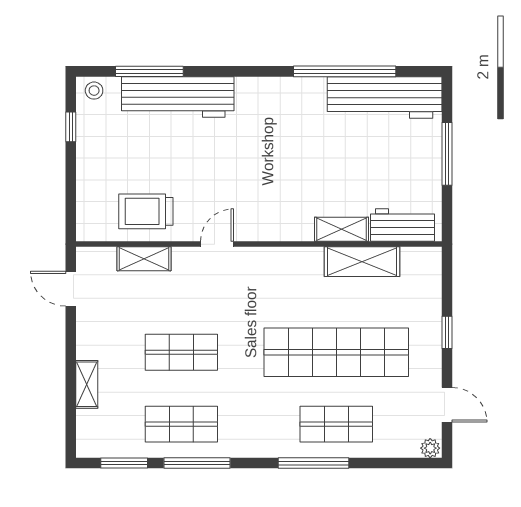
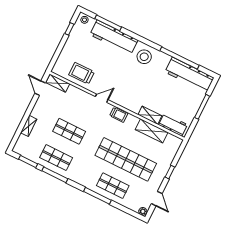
stool: (265, 107) -> (144, 57), added
shelving: (144, 259) -> (58, 83), moved
trolley: (272, 262) -> (119, 115), added

